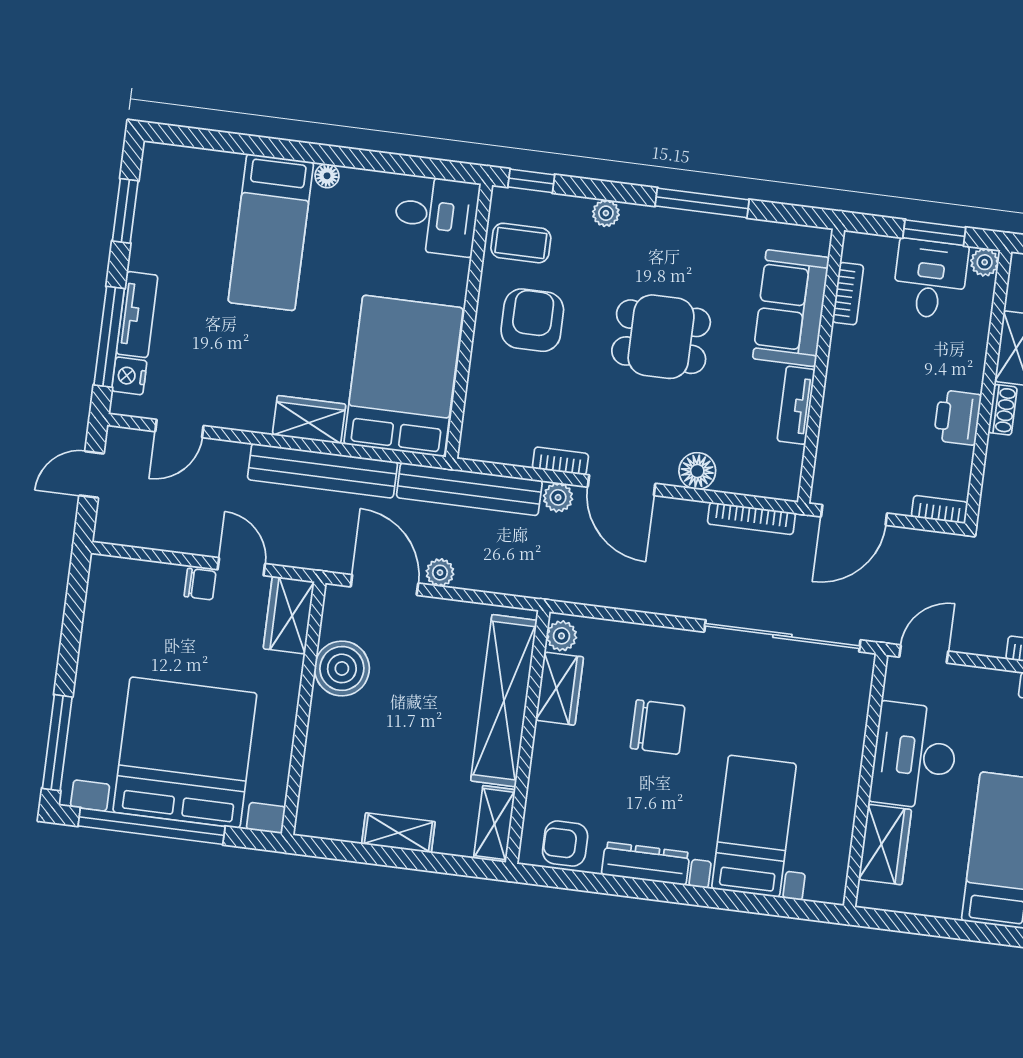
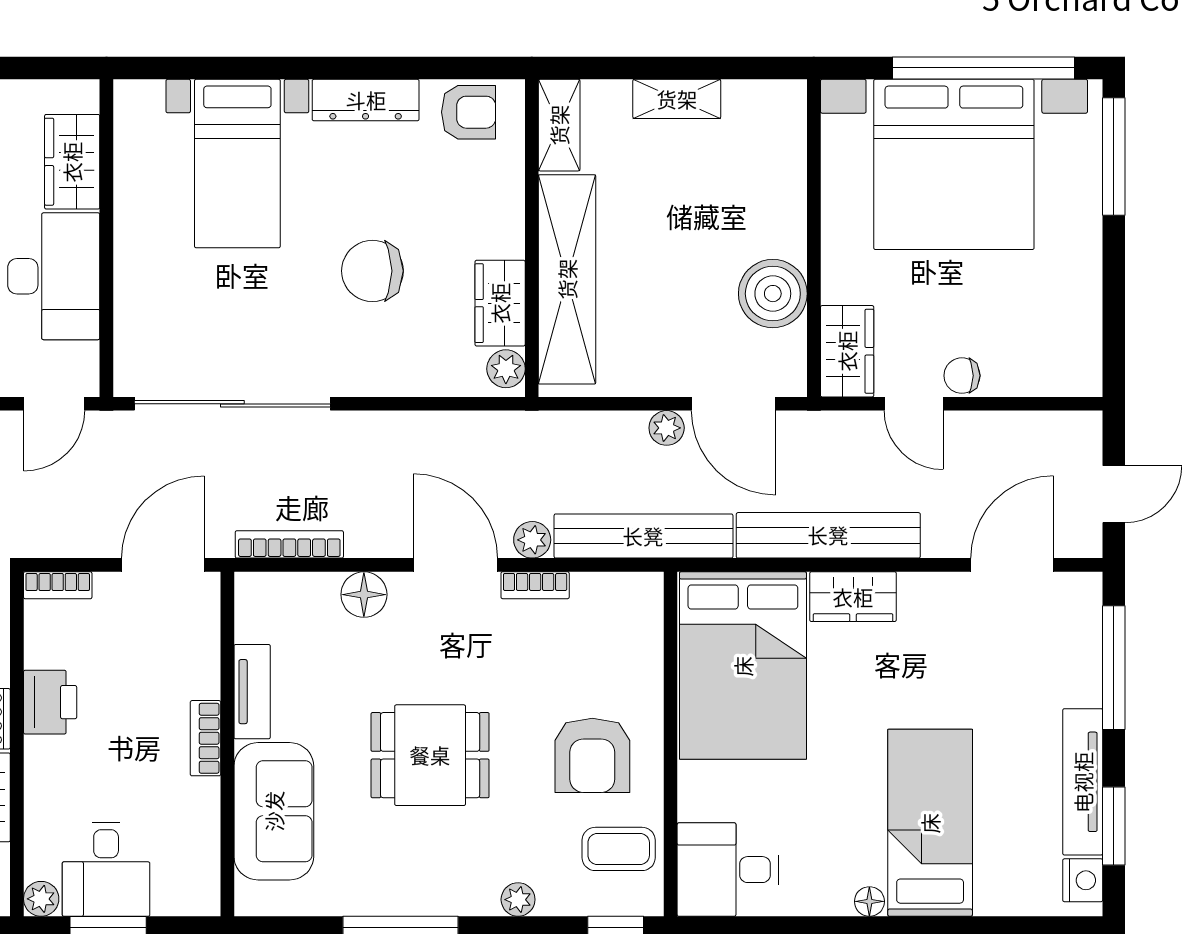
bookcase: (848, 294) -> (205, 738), moved
tv unit: (137, 315) -> (1083, 782), moved, width x1.41
nightstand: (129, 376) -> (1083, 880), moved
door: (179, 429) -> (1012, 565), width x1.38

